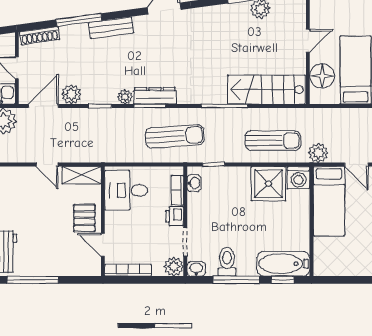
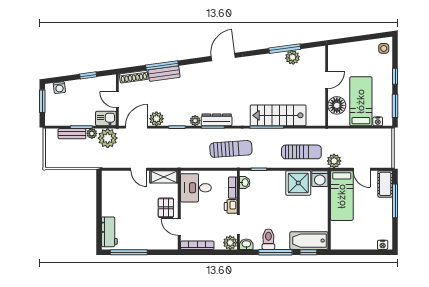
bench: (111, 28) -> (164, 74), moved
stairs: (266, 90) -> (278, 115), moved

